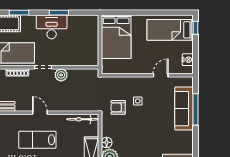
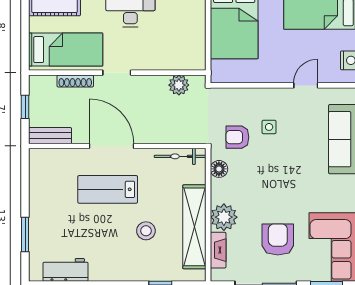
plant: (61, 75) -> (179, 85), moved
door: (40, 113) -> (112, 146), width x1.87
floor lamp: (107, 142) -> (219, 169), moved

